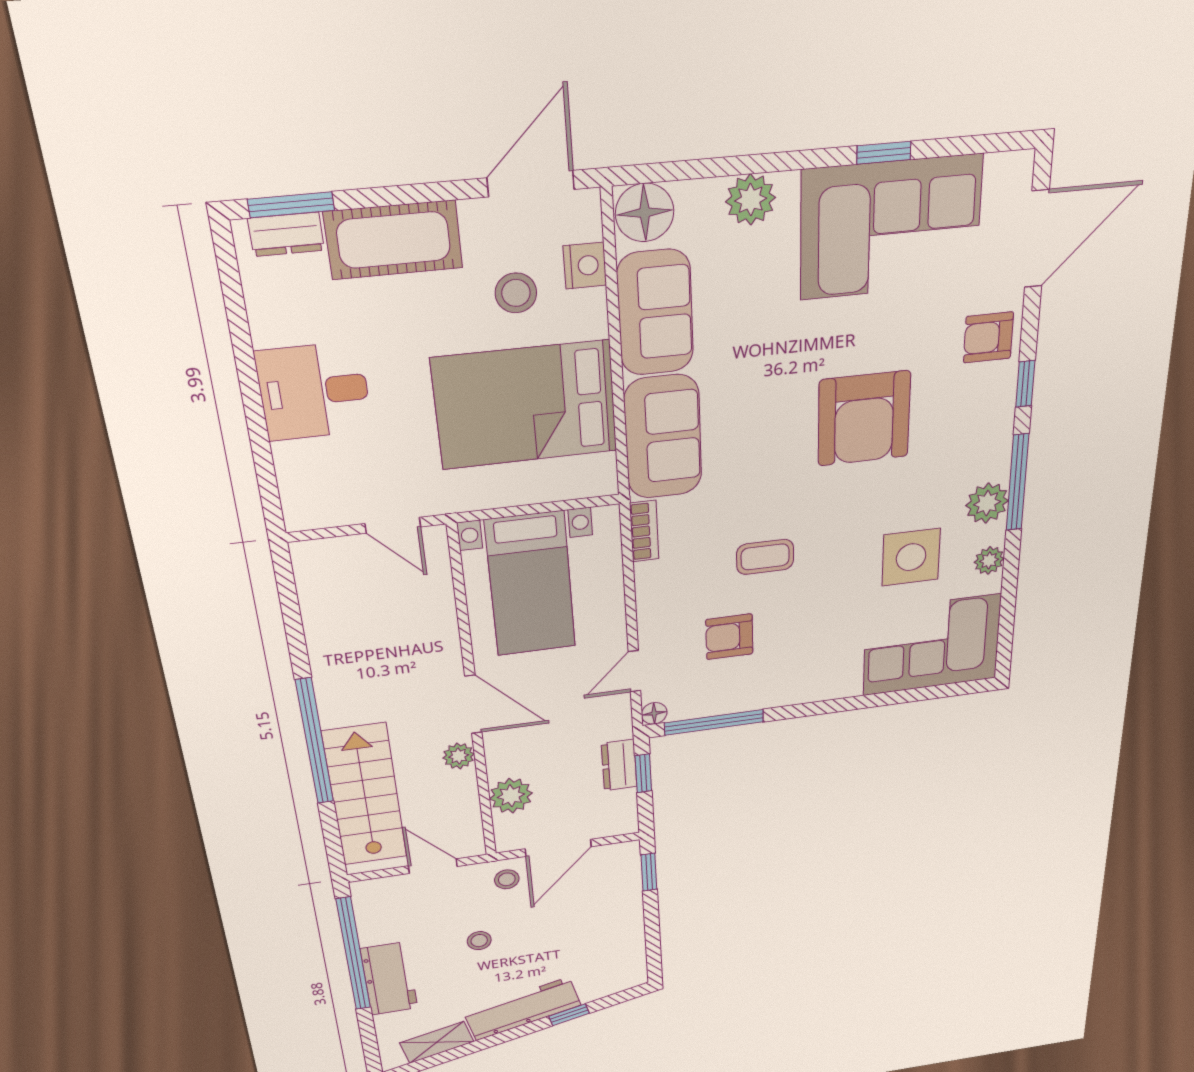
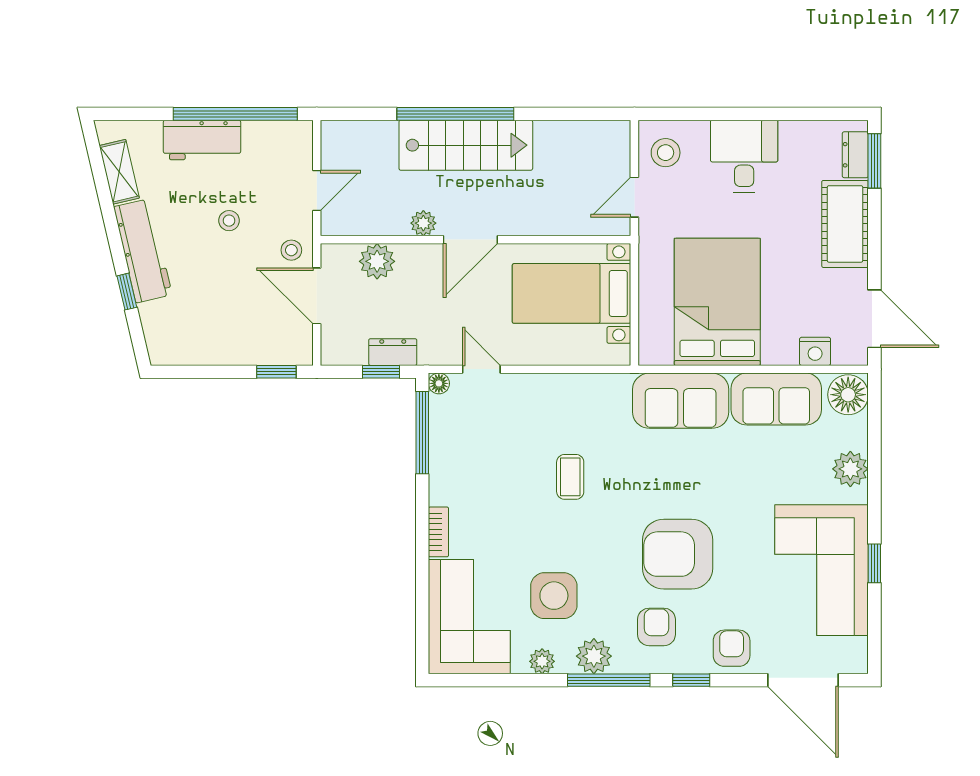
stool: (516, 293) -> (666, 153), moved
bookcase: (644, 531) -> (438, 532), moved, turned -90
armchair: (729, 637) -> (656, 627), moved
stairs: (365, 795) -> (466, 145), moved

